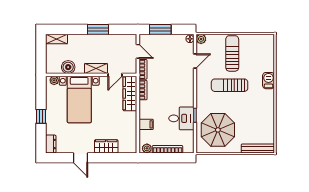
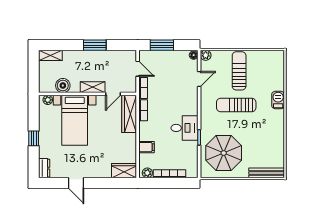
desk: (181, 118) -> (184, 128), moved
wardrobe: (106, 146) -> (124, 171), moved

